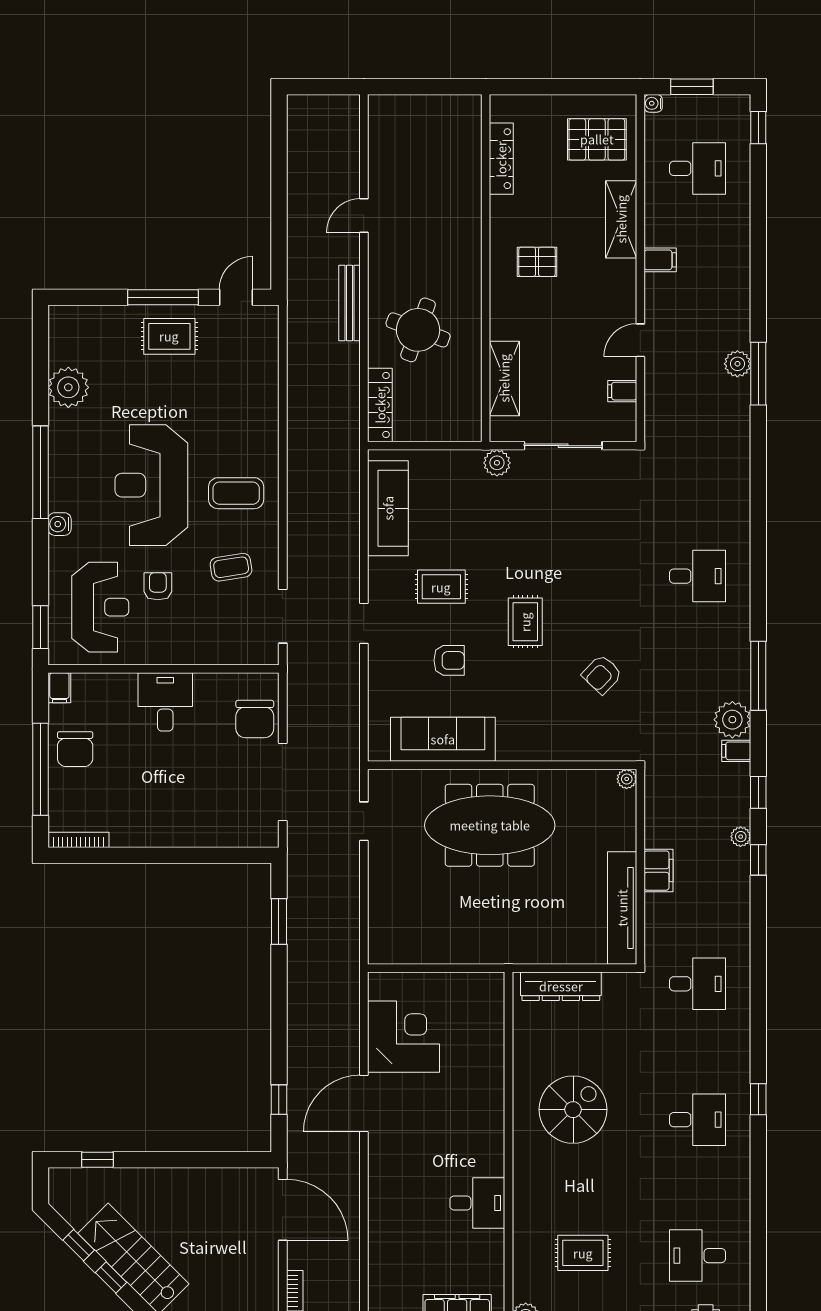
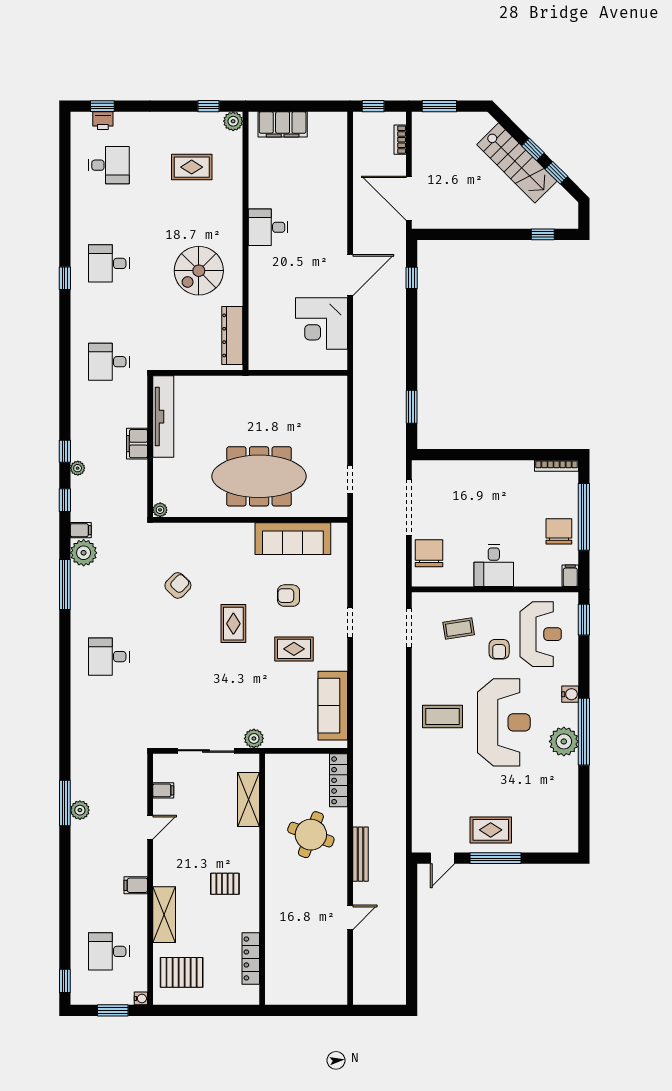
plant: (68, 387) -> (564, 741), moved
coffee table: (231, 567) -> (459, 629), moved
reception desk: (100, 607) -> (541, 634), turned 180
dresser: (561, 986) -> (232, 335), moved, turned -90
desk: (477, 1203) -> (268, 227), moved

